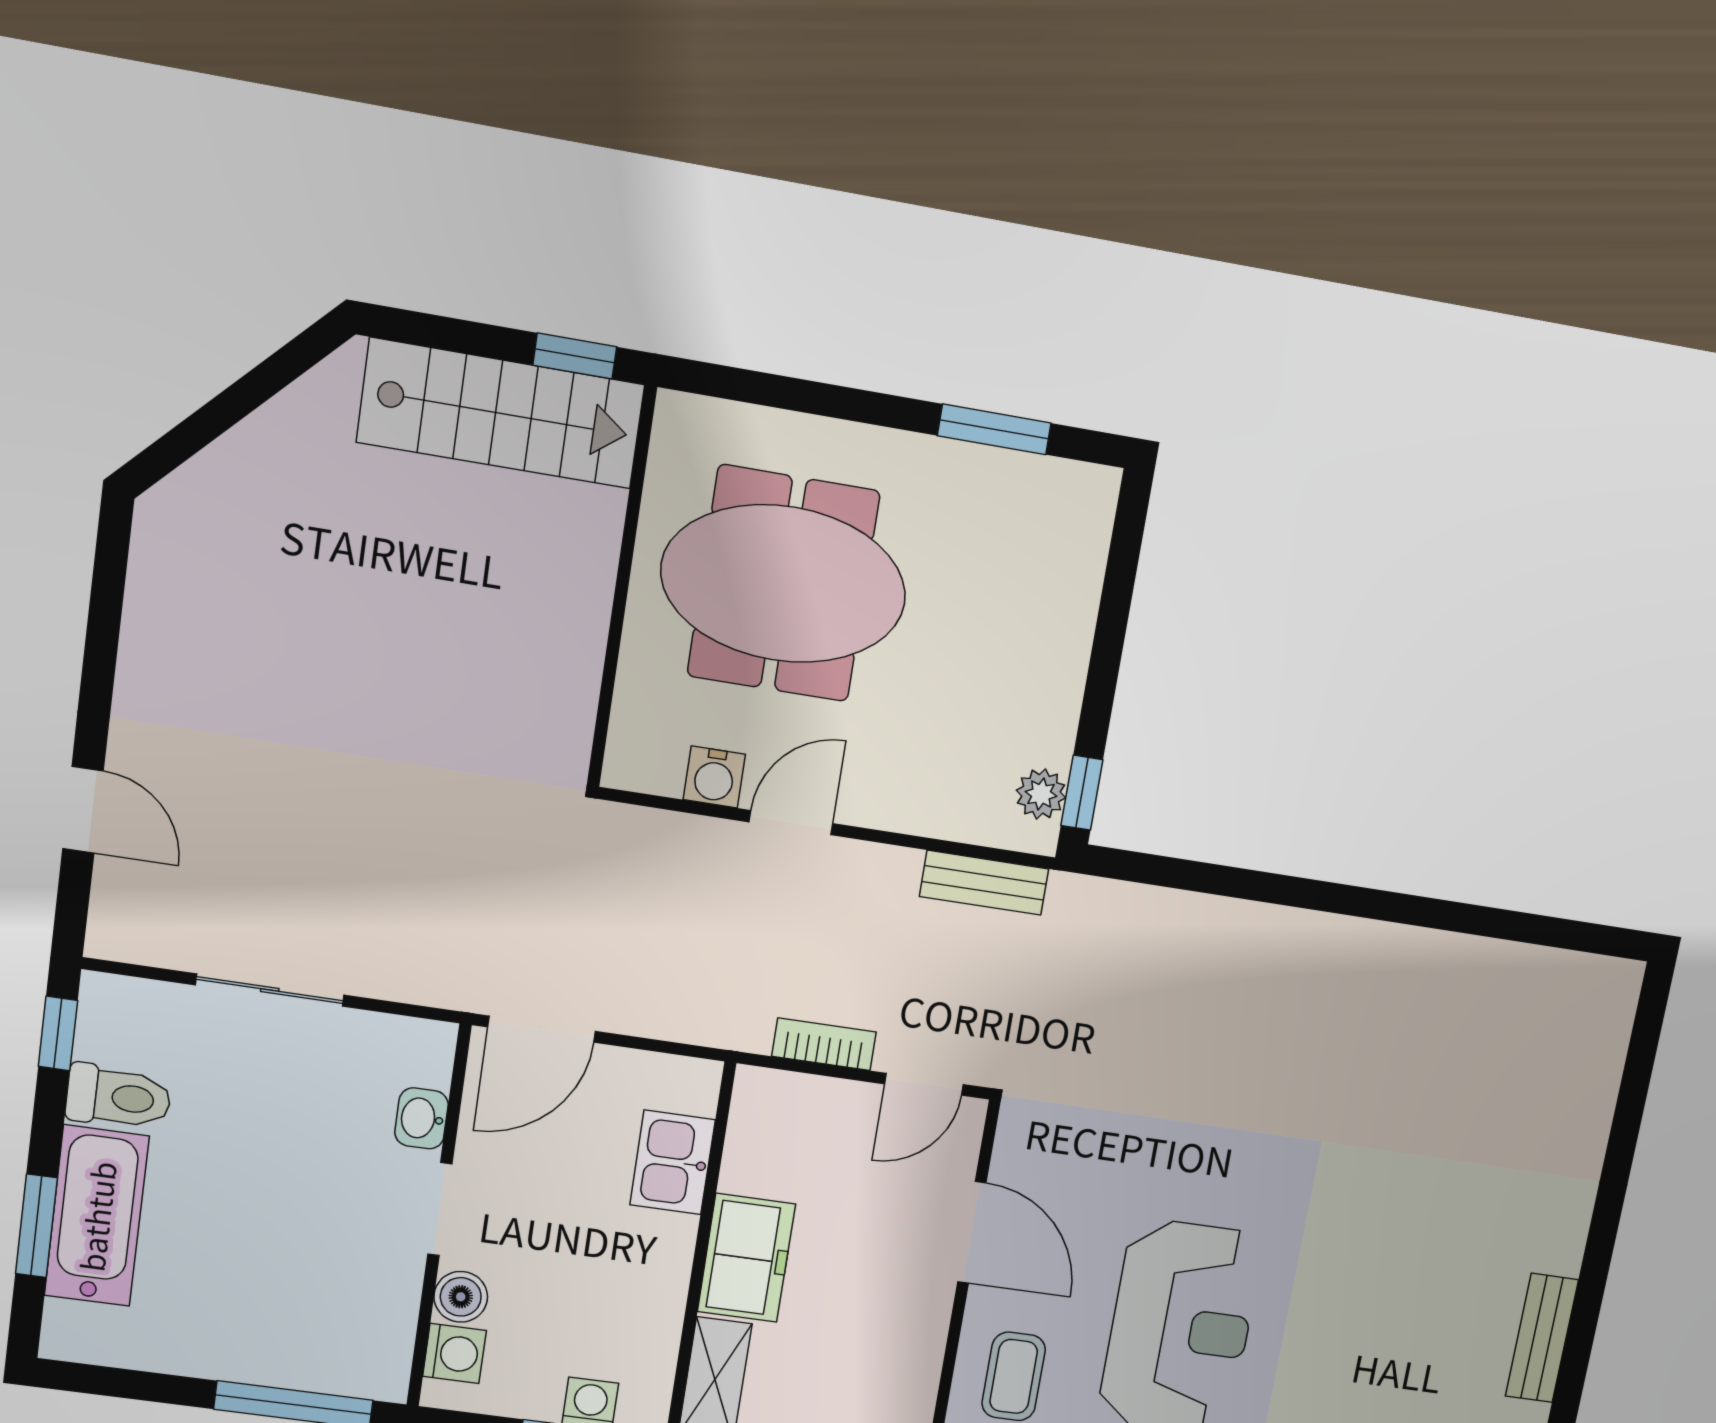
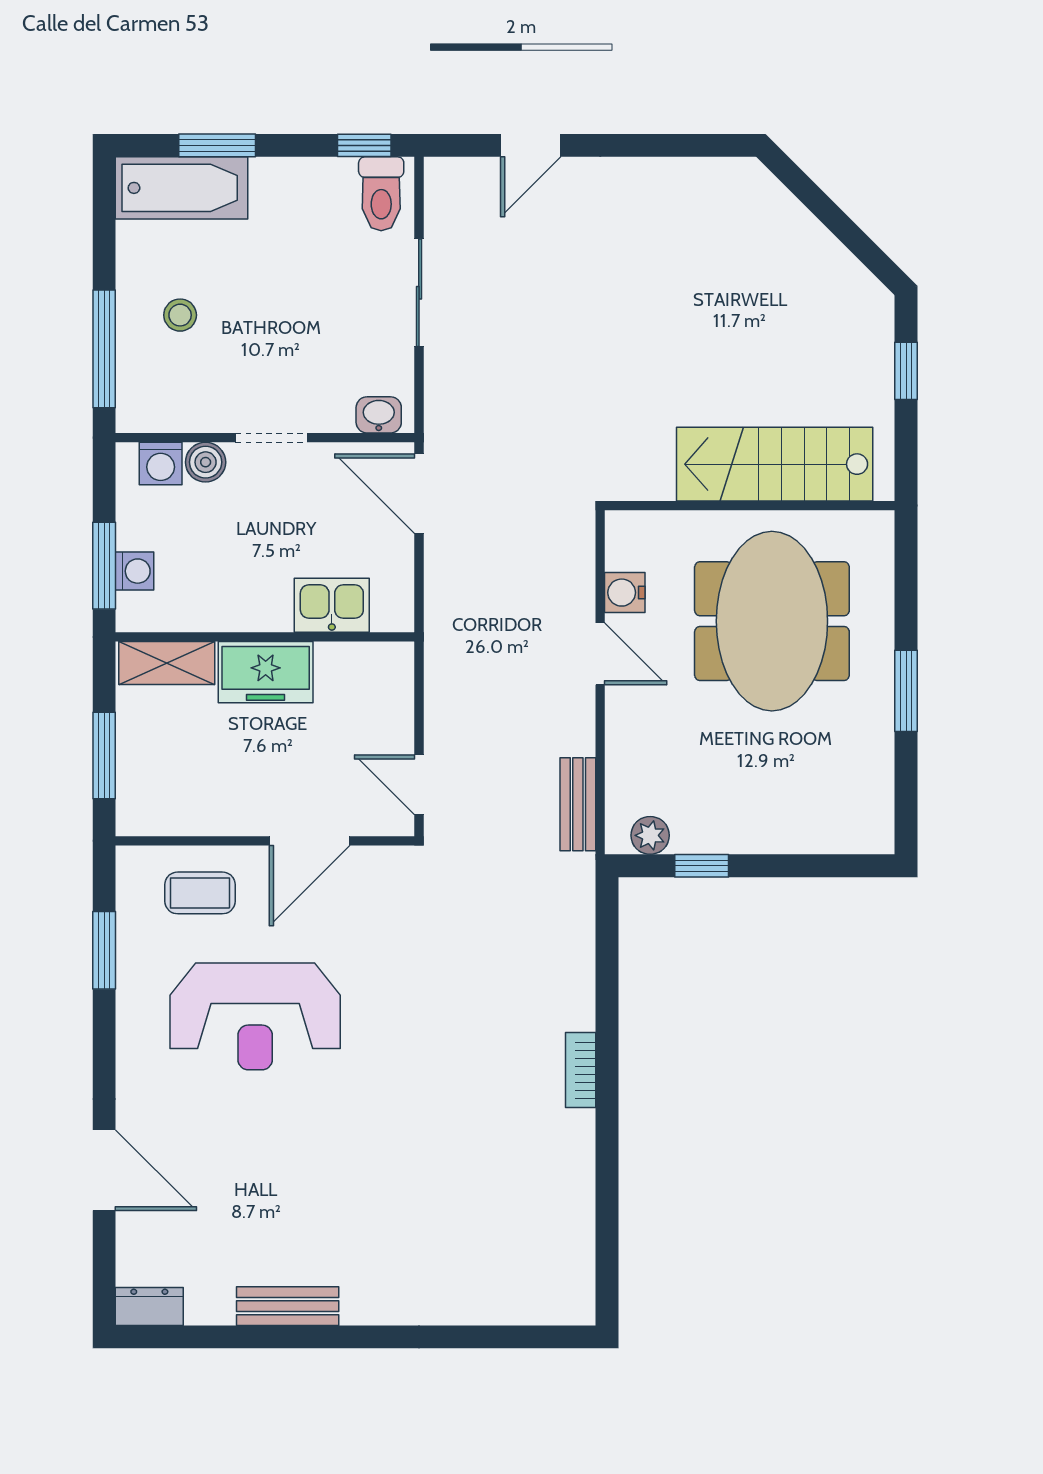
window: (575, 356) -> (906, 371), moved
stairs: (501, 413) -> (775, 464), moved, turned 90
window: (994, 429) -> (906, 691), moved
window: (1082, 793) -> (702, 866), moved
bookcase: (824, 1044) -> (581, 1070), moved, turned 180
toilet: (119, 1097) -> (381, 194), moved
washbasin: (421, 1118) -> (379, 415), moved
bathtub: (97, 1216) -> (182, 188), moved
stool: (261, 1303) -> (180, 315), added

